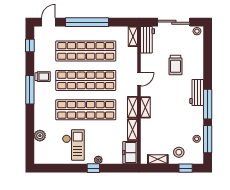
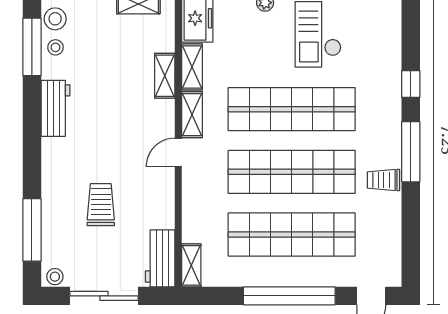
window: (30, 45) -> (411, 84), moved
door: (139, 79) -> (178, 152), moved
workbench: (197, 93) -> (55, 108), moved
window: (208, 104) -> (32, 230), moved
shelving: (145, 107) -> (165, 76), moved
plant: (40, 136) -> (389, 54), removed
stool: (179, 152) -> (55, 19), moved

